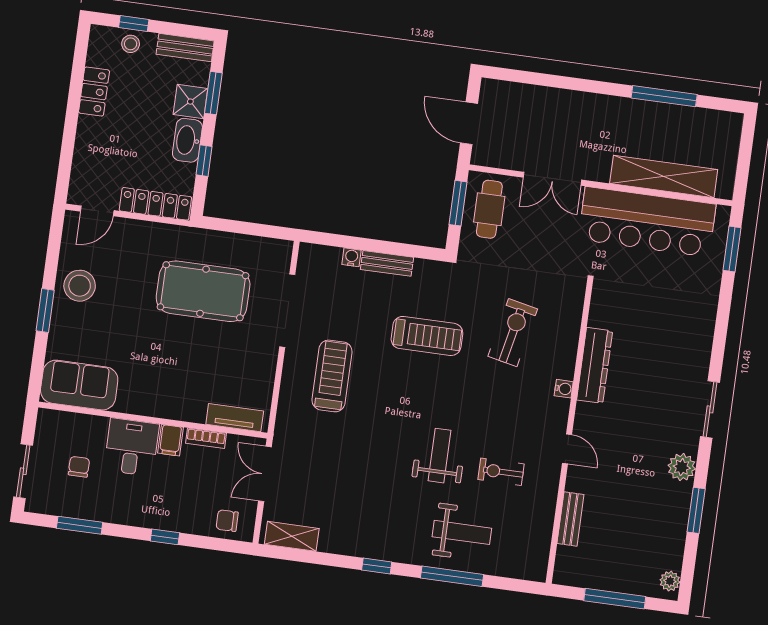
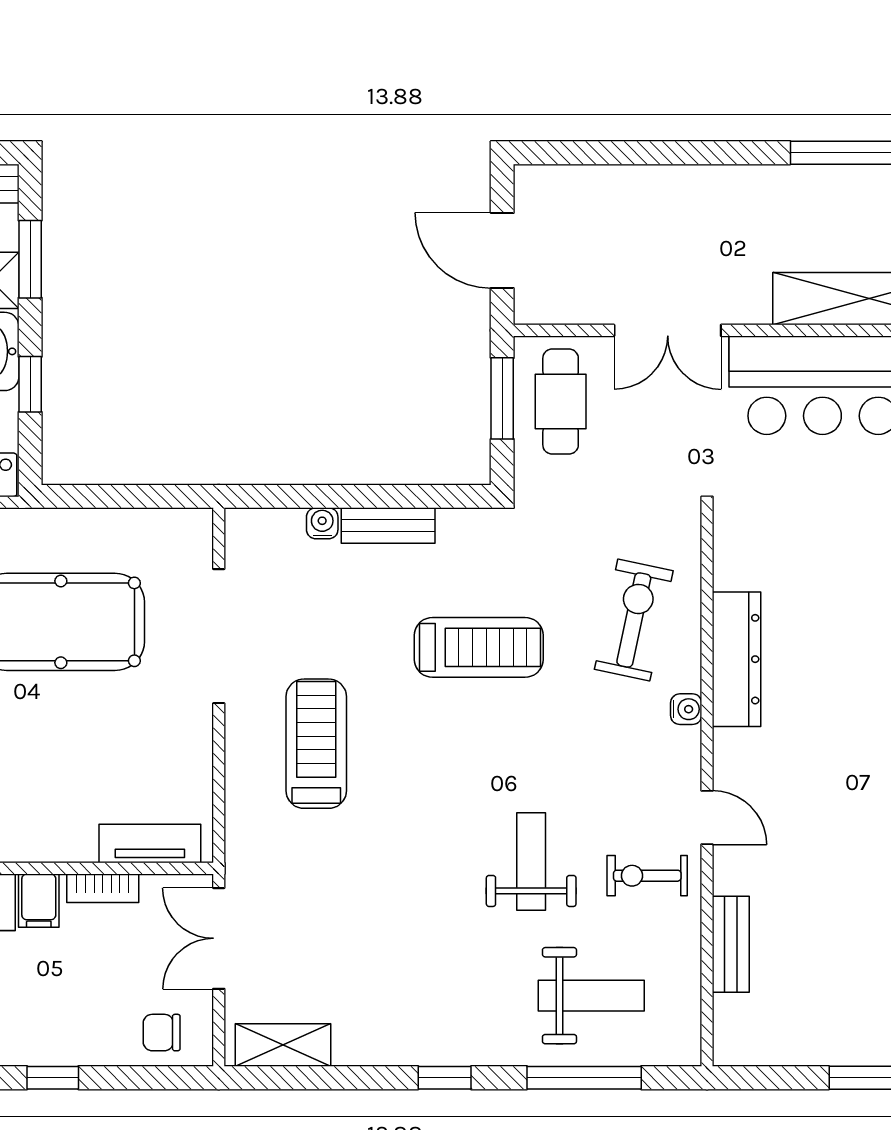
dresser: (595, 365) -> (736, 659), moved
water cooler: (564, 389) -> (686, 709), moved
wall: (569, 432) -> (707, 787), moved
door: (567, 449) -> (707, 818), moved
bench: (570, 519) -> (731, 944), moved

